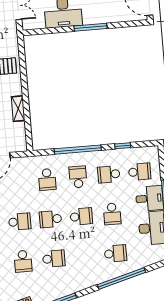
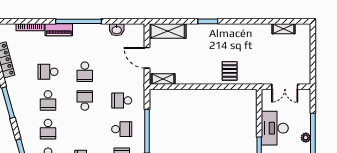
shelving: (18, 109) -> (163, 79), moved
school desk: (81, 216) -> (48, 129), moved

